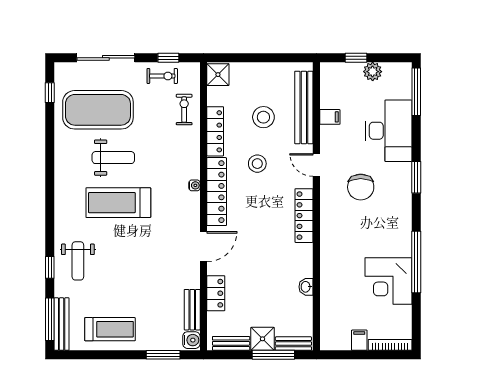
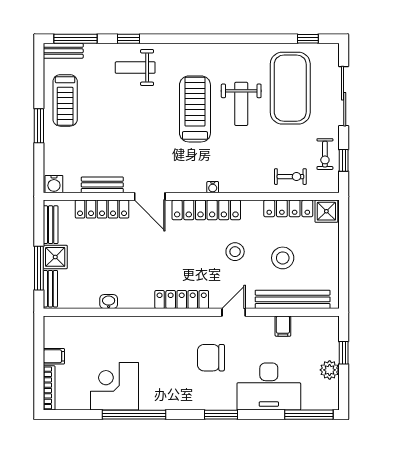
locker: (215, 131) -> (288, 208), moved
locker: (216, 293) -> (102, 209), width x1.53
bench: (192, 310) -> (102, 185), moved
bench: (62, 324) -> (63, 51), width x0.73
window: (163, 355) -> (39, 126), moved

